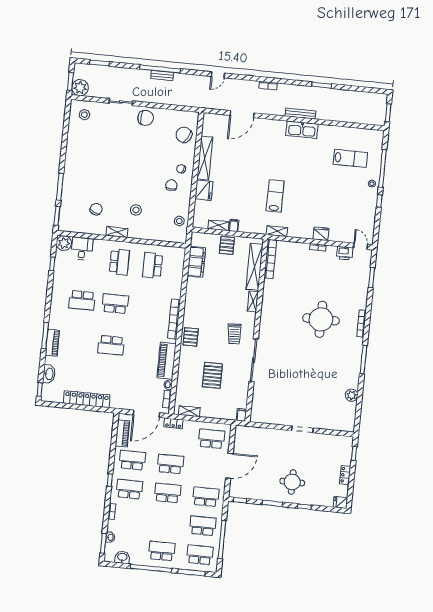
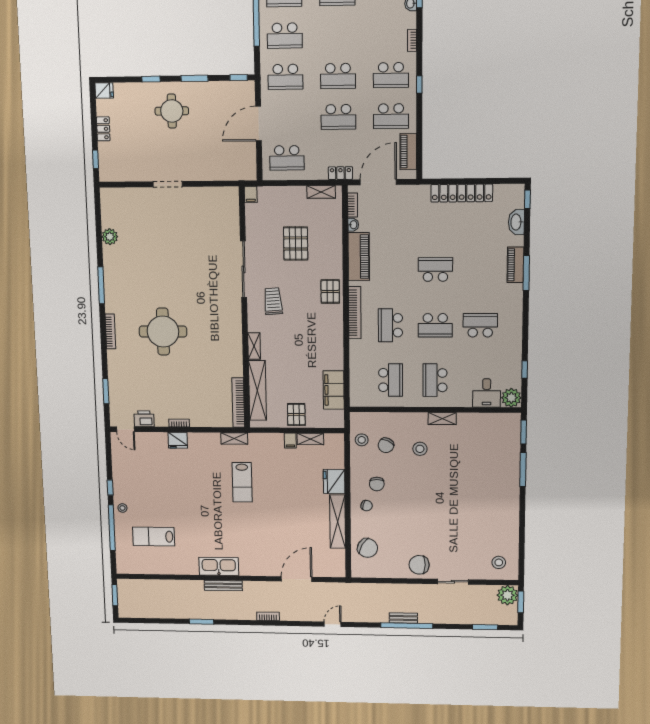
chair: (96, 209) -> (386, 445), moved
school desk: (148, 307) -> (390, 325), added

